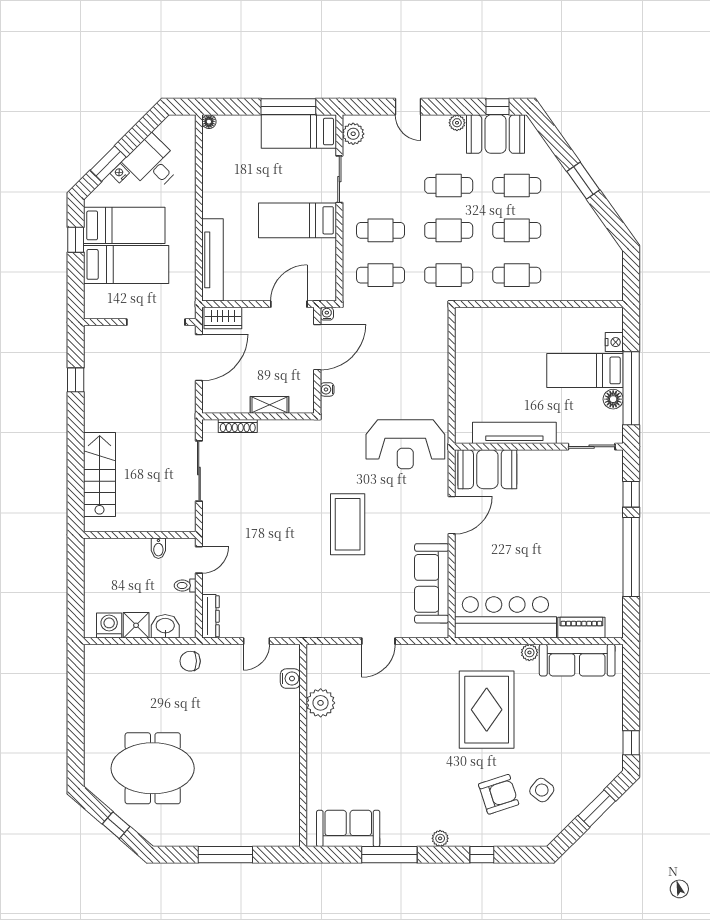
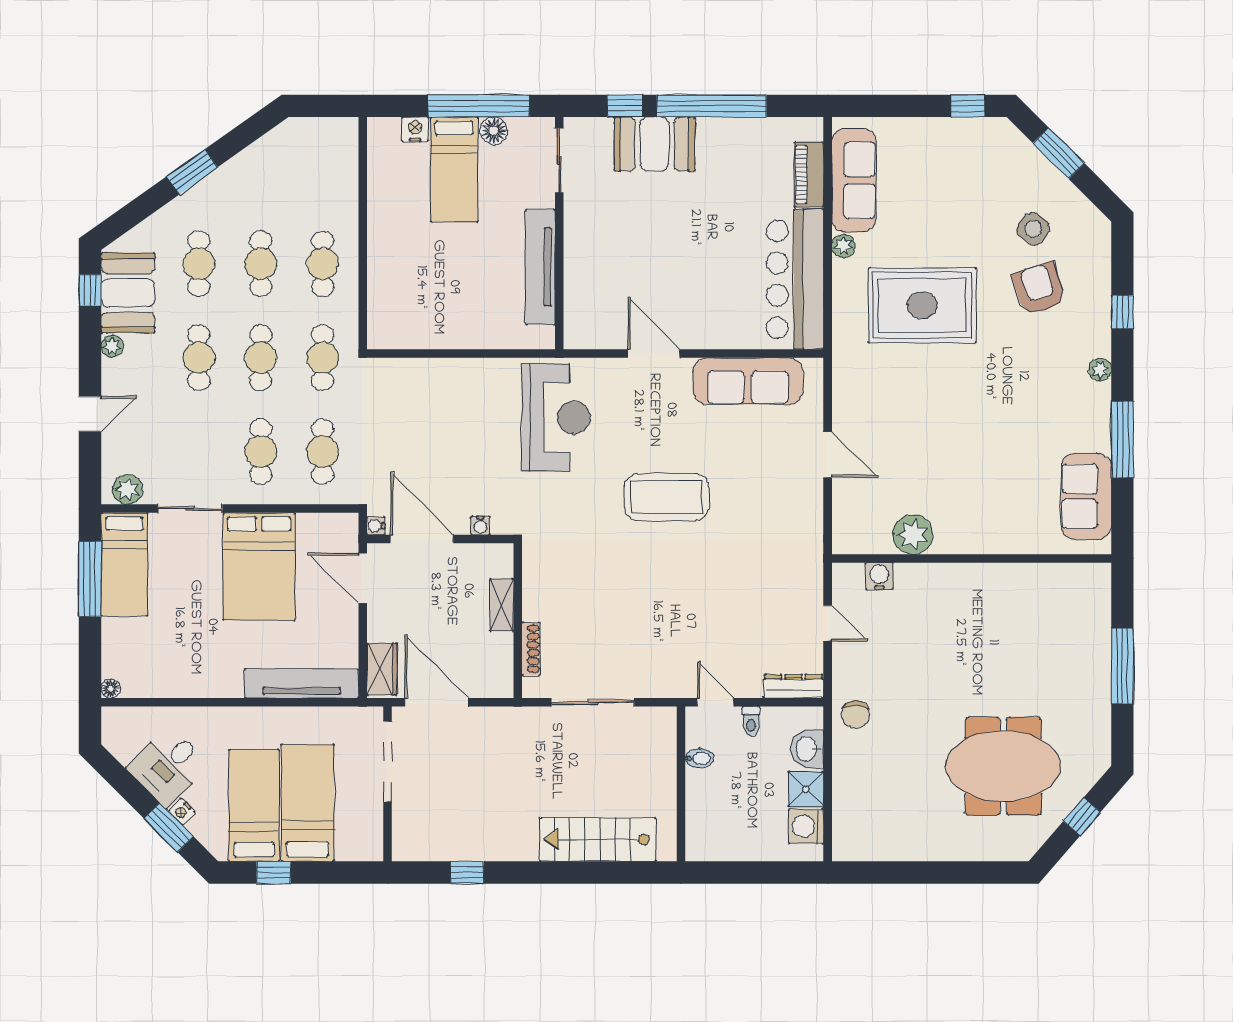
bed: (297, 220) -> (259, 566), width x1.50
booth: (487, 469) -> (654, 144), moved, turned 90
meeting table: (153, 768) -> (1003, 766), turned 90

